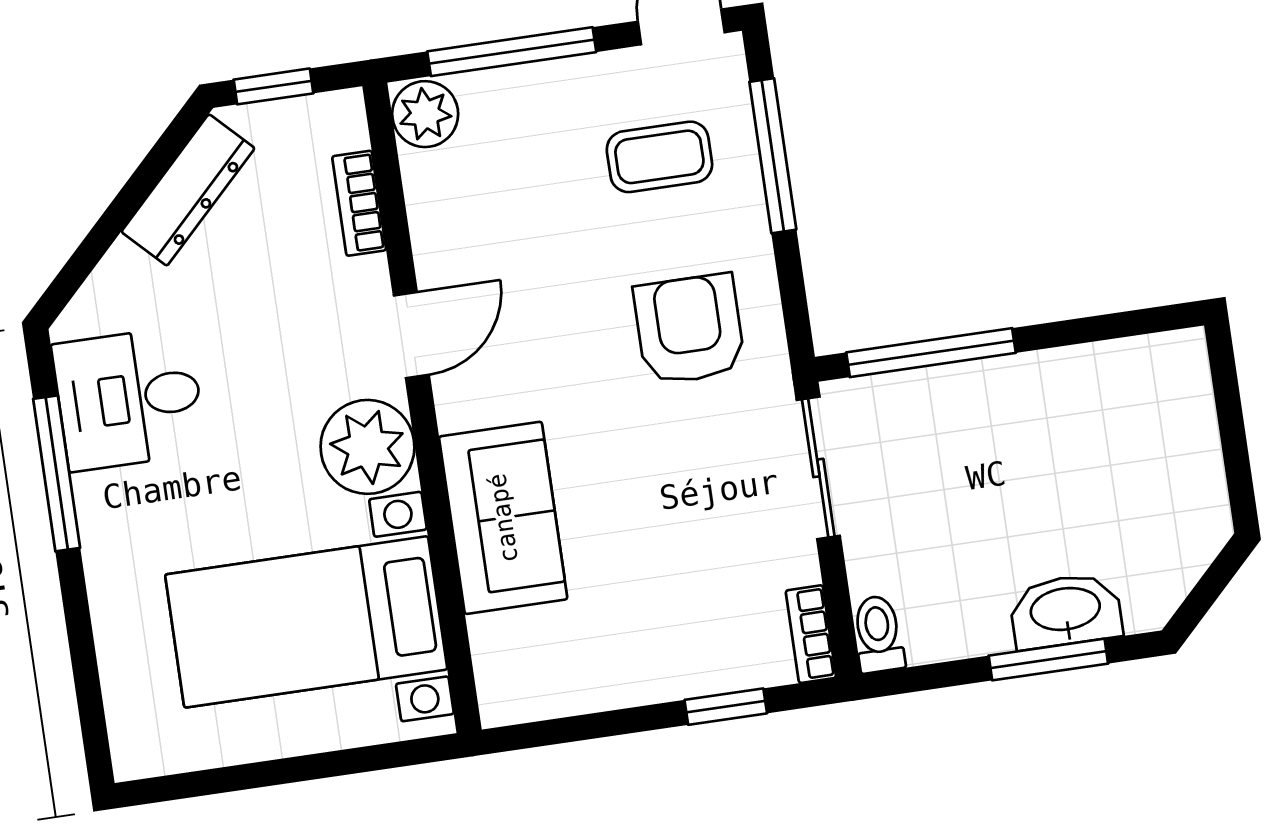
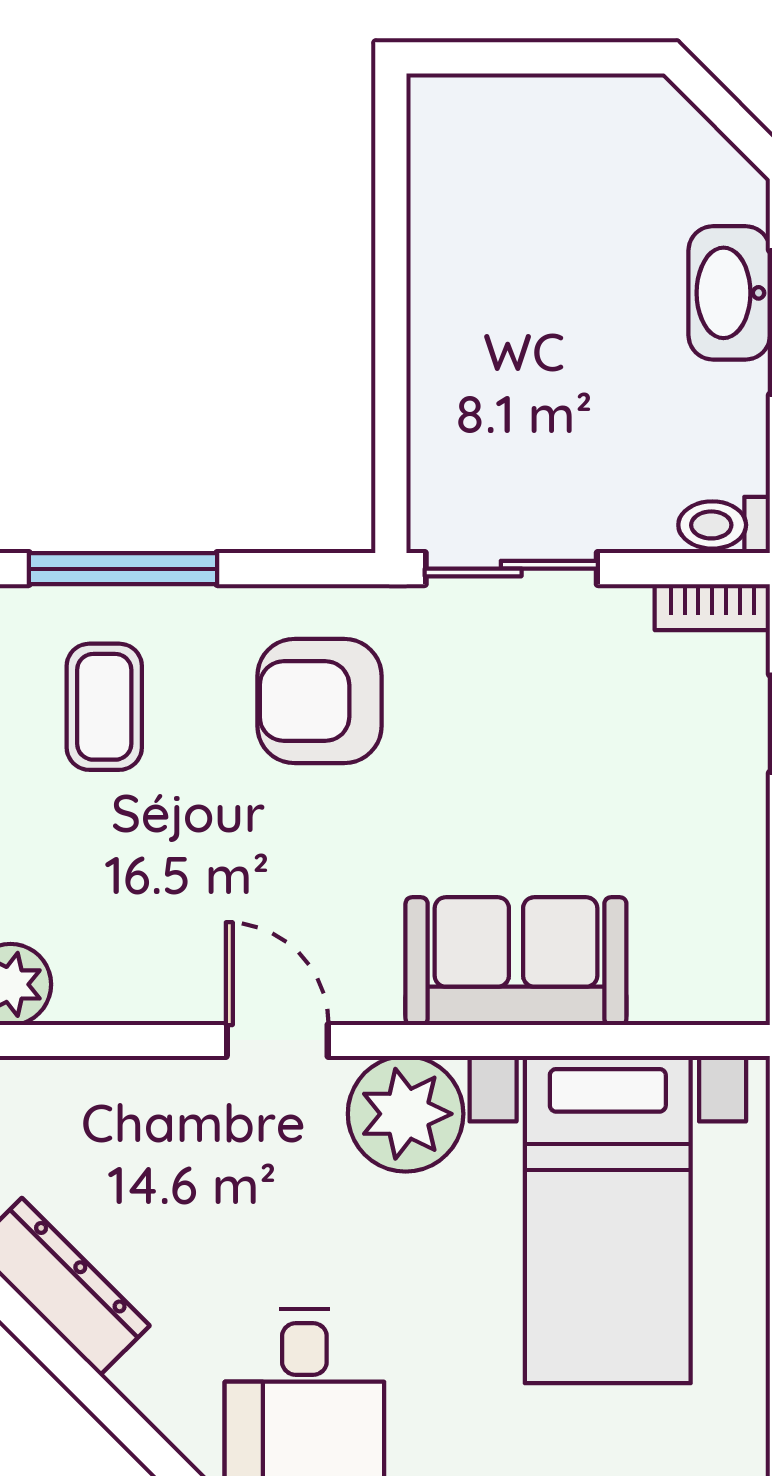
bookcase: (359, 203) -> (107, 1081), removed
window: (931, 353) -> (391, 411), removed

